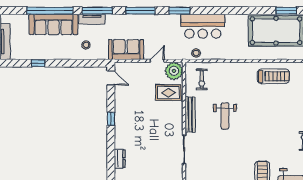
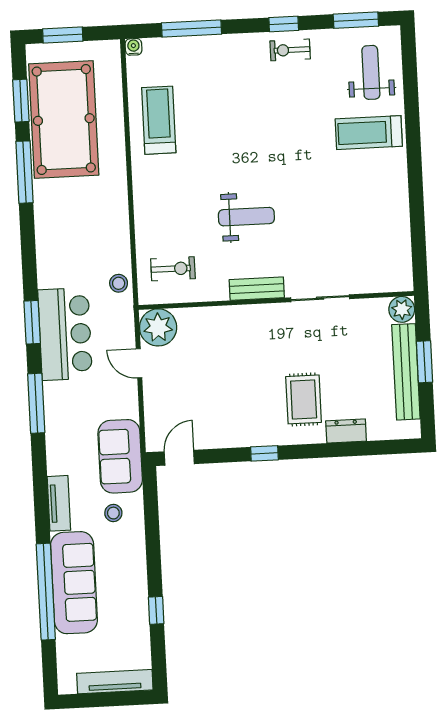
window: (97, 11) -> (24, 172), moved
bar counter: (203, 26) -> (65, 334), moved
sofa: (126, 50) -> (120, 456), moved
rug: (168, 93) -> (304, 399), moved
bench: (190, 114) -> (257, 289), width x0.73

